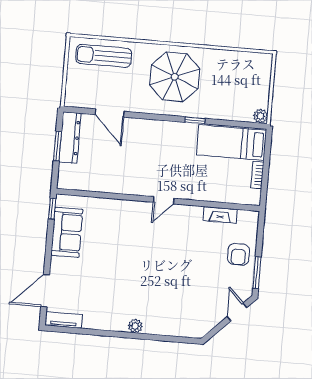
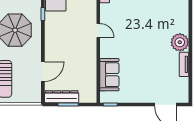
sofa: (67, 232) -> (109, 75), moved, turned 90
tv unit: (64, 320) -> (184, 64), moved
plant: (135, 326) -> (180, 42), width x1.87, depth x1.87

